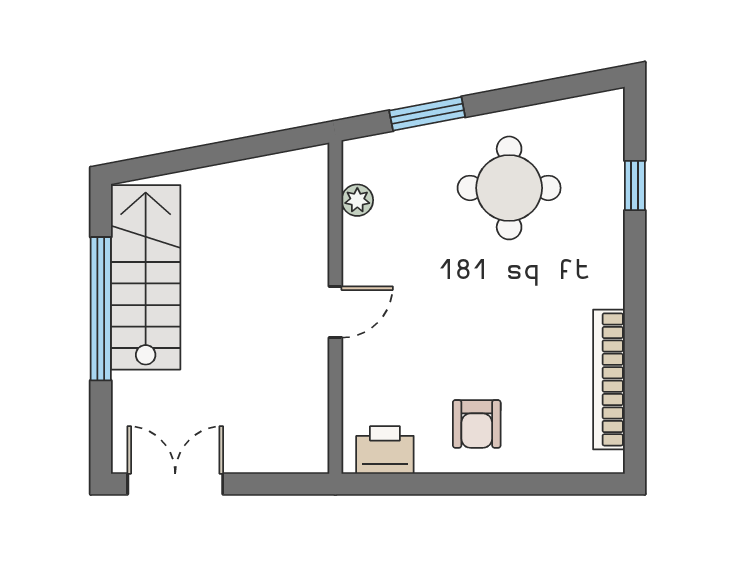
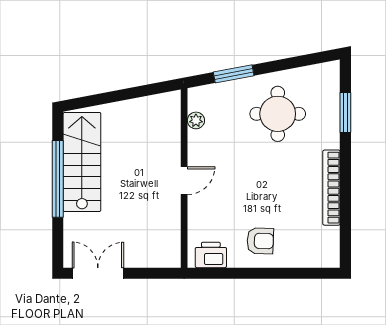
window: (635, 185) -> (345, 112), width x1.50
bookcase: (609, 379) -> (331, 188), moved
armchair: (477, 424) -> (260, 241), turned -88

